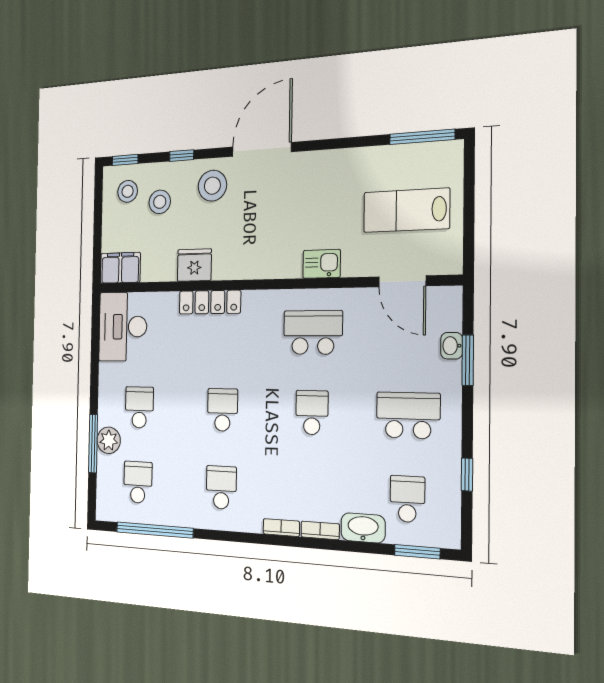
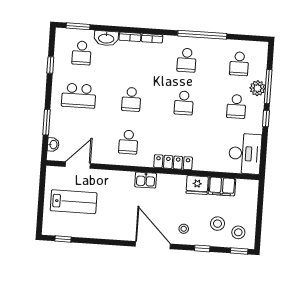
window: (422, 137) -> (63, 239), width x0.46
door: (262, 149) -> (153, 245), swing flipped
stool: (212, 186) -> (184, 229), width x0.53, depth x0.53
kitchen sink: (322, 264) -> (146, 180), moved
filing cabinet: (120, 268) -> (222, 186), moved
door: (402, 281) -> (78, 165), hinge flipped
locker: (210, 302) -> (173, 162), moved
school desk: (313, 332) -> (128, 142), width x0.54
washbasin: (452, 346) -> (53, 145), moved
window: (94, 389) -> (266, 119), added
window: (155, 530) -> (202, 35), moved

